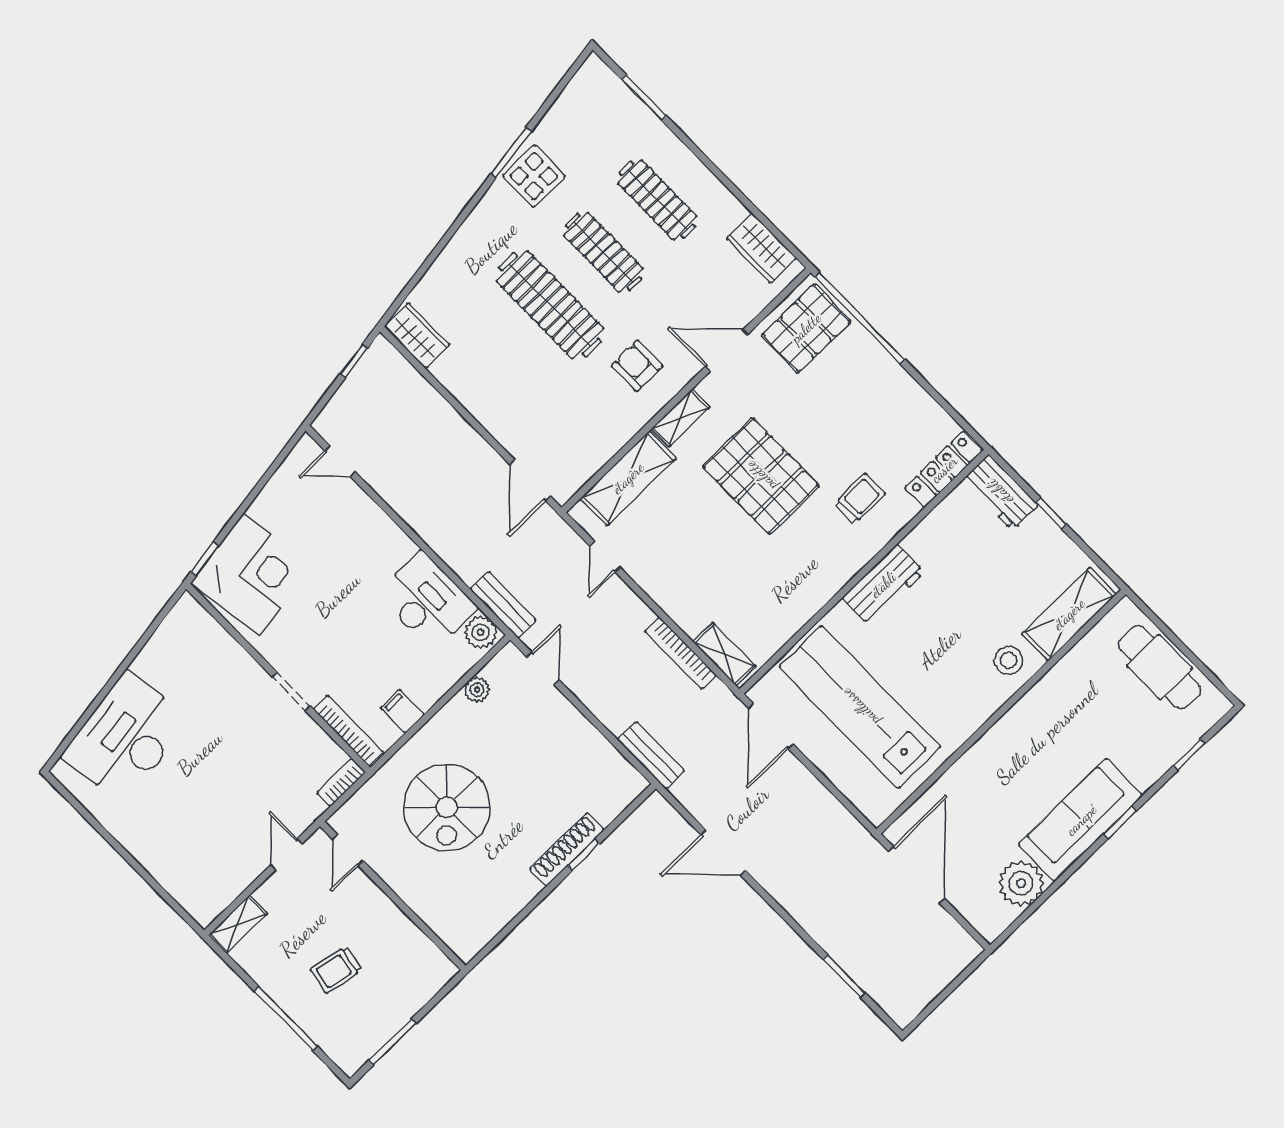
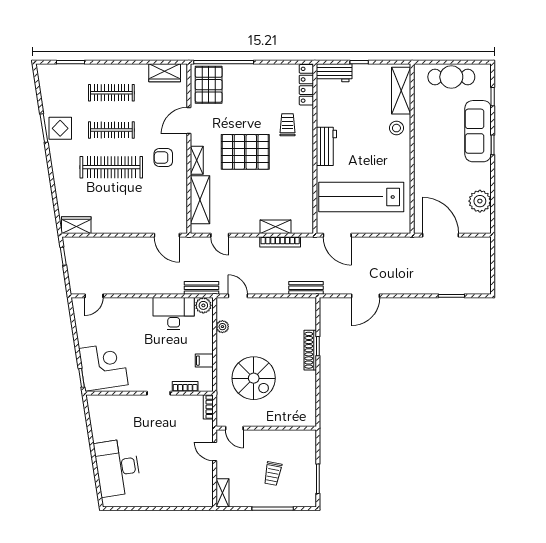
shelving: (724, 654) -> (276, 227), moved
bookcase: (348, 731) -> (185, 386), width x0.64
sofa: (1081, 820) -> (478, 131), moved

